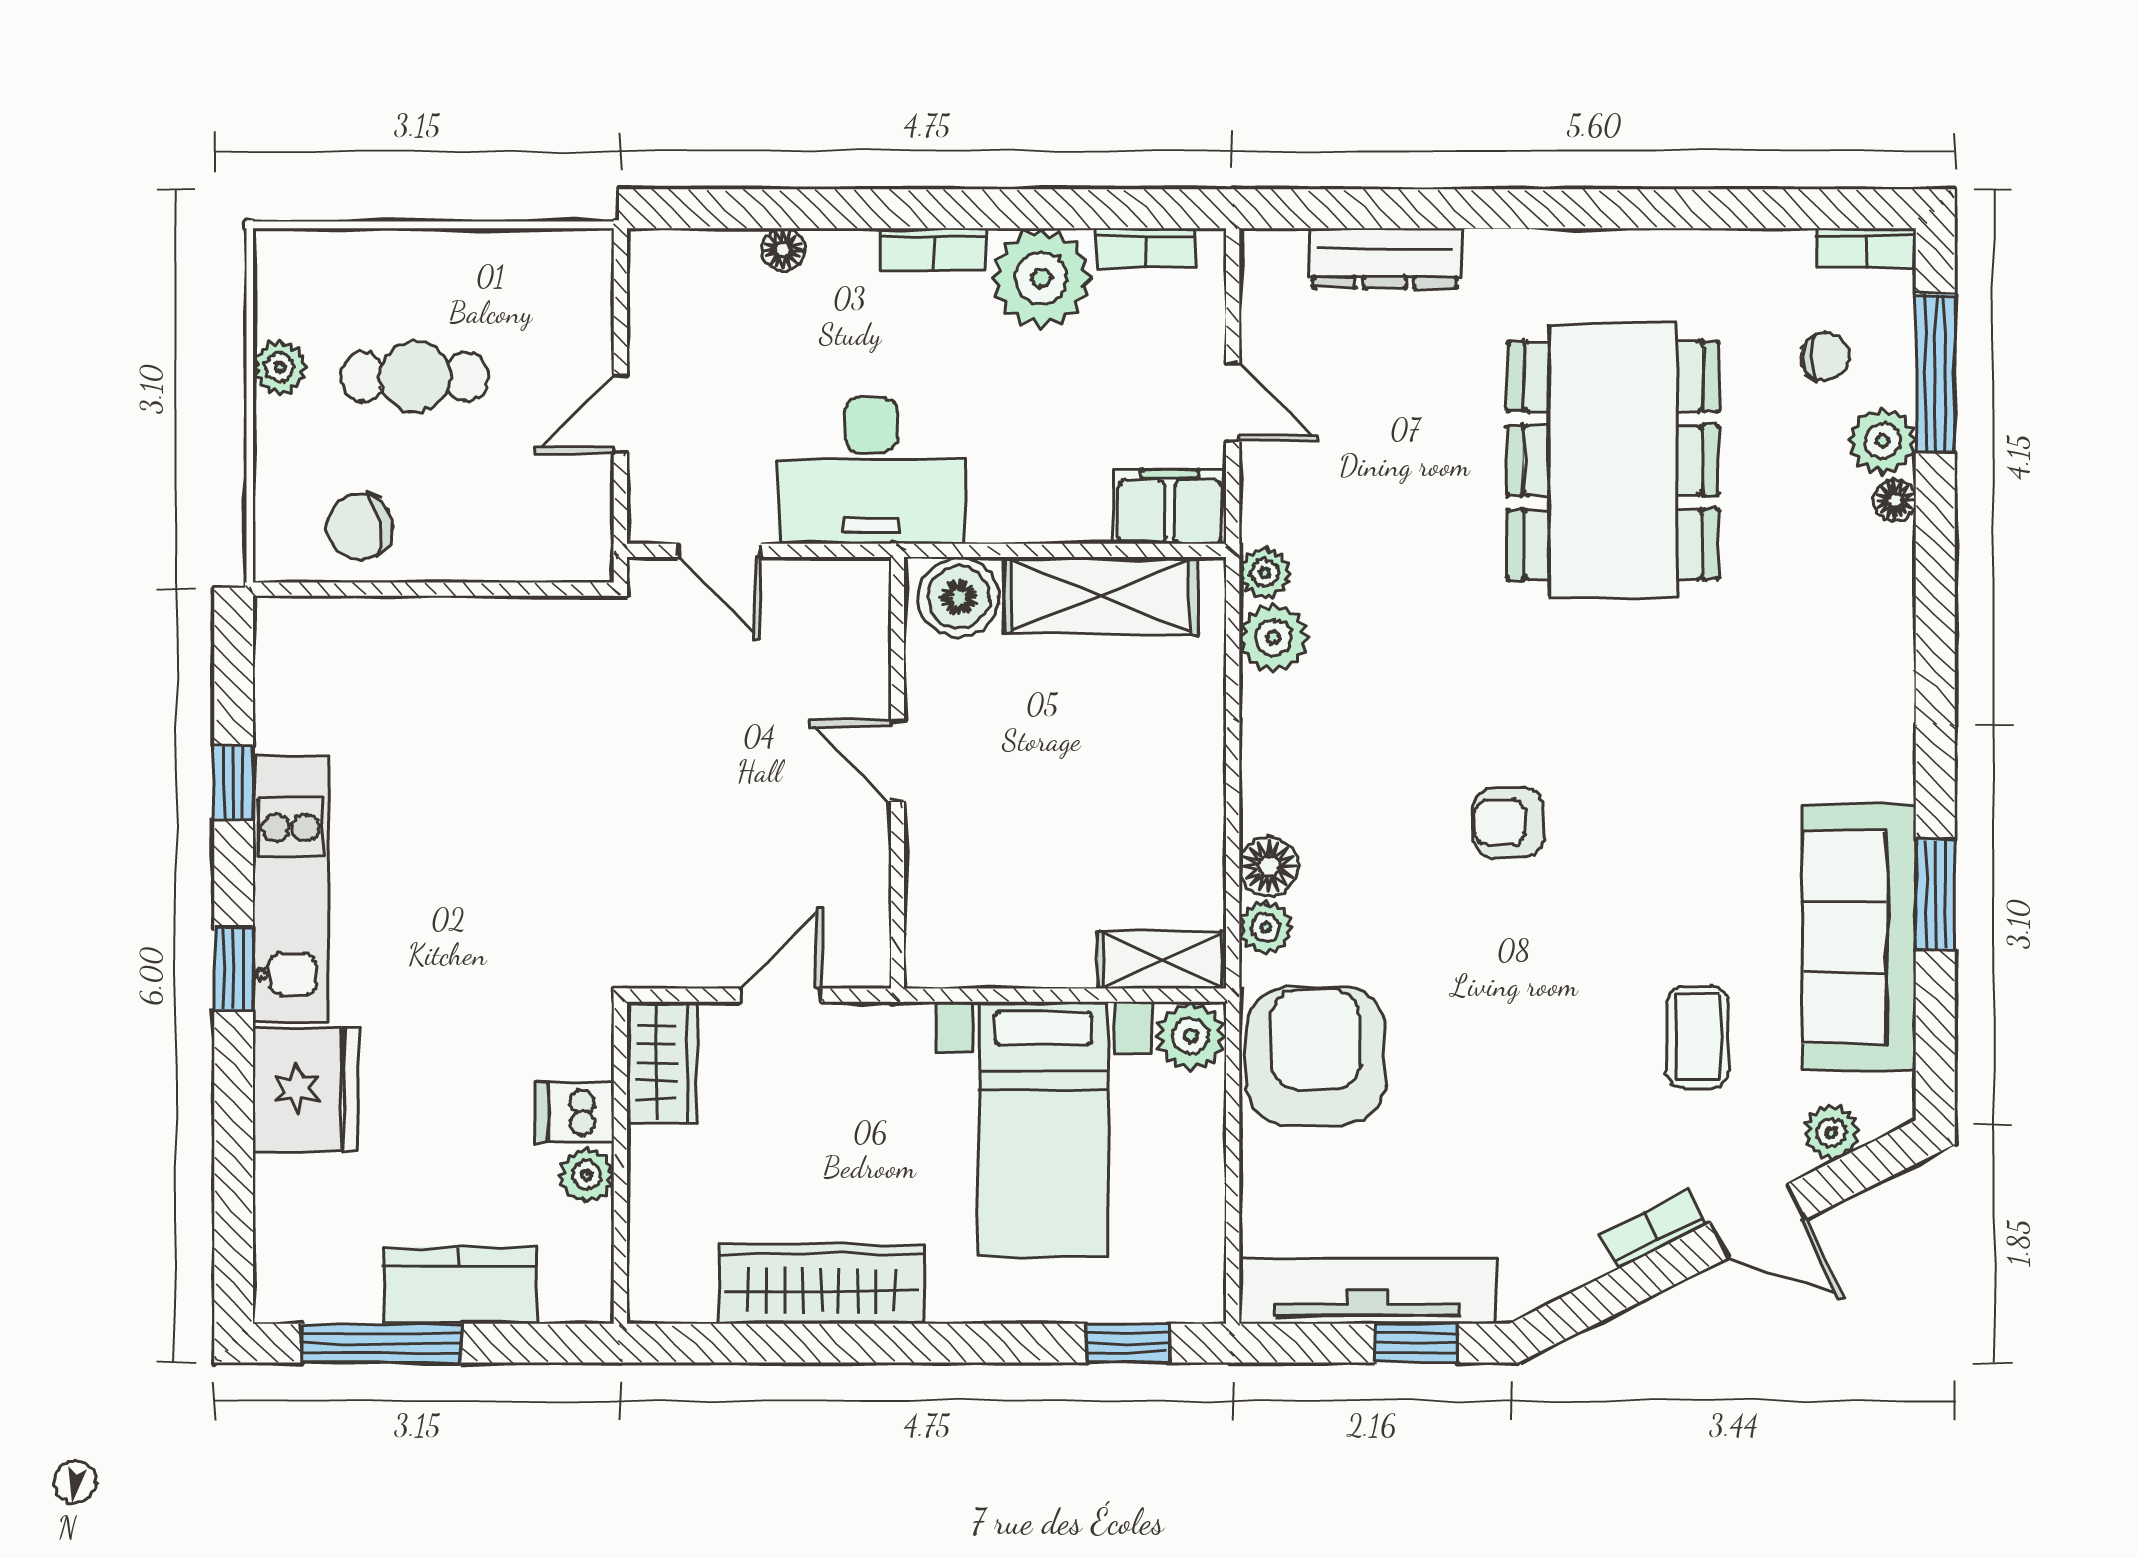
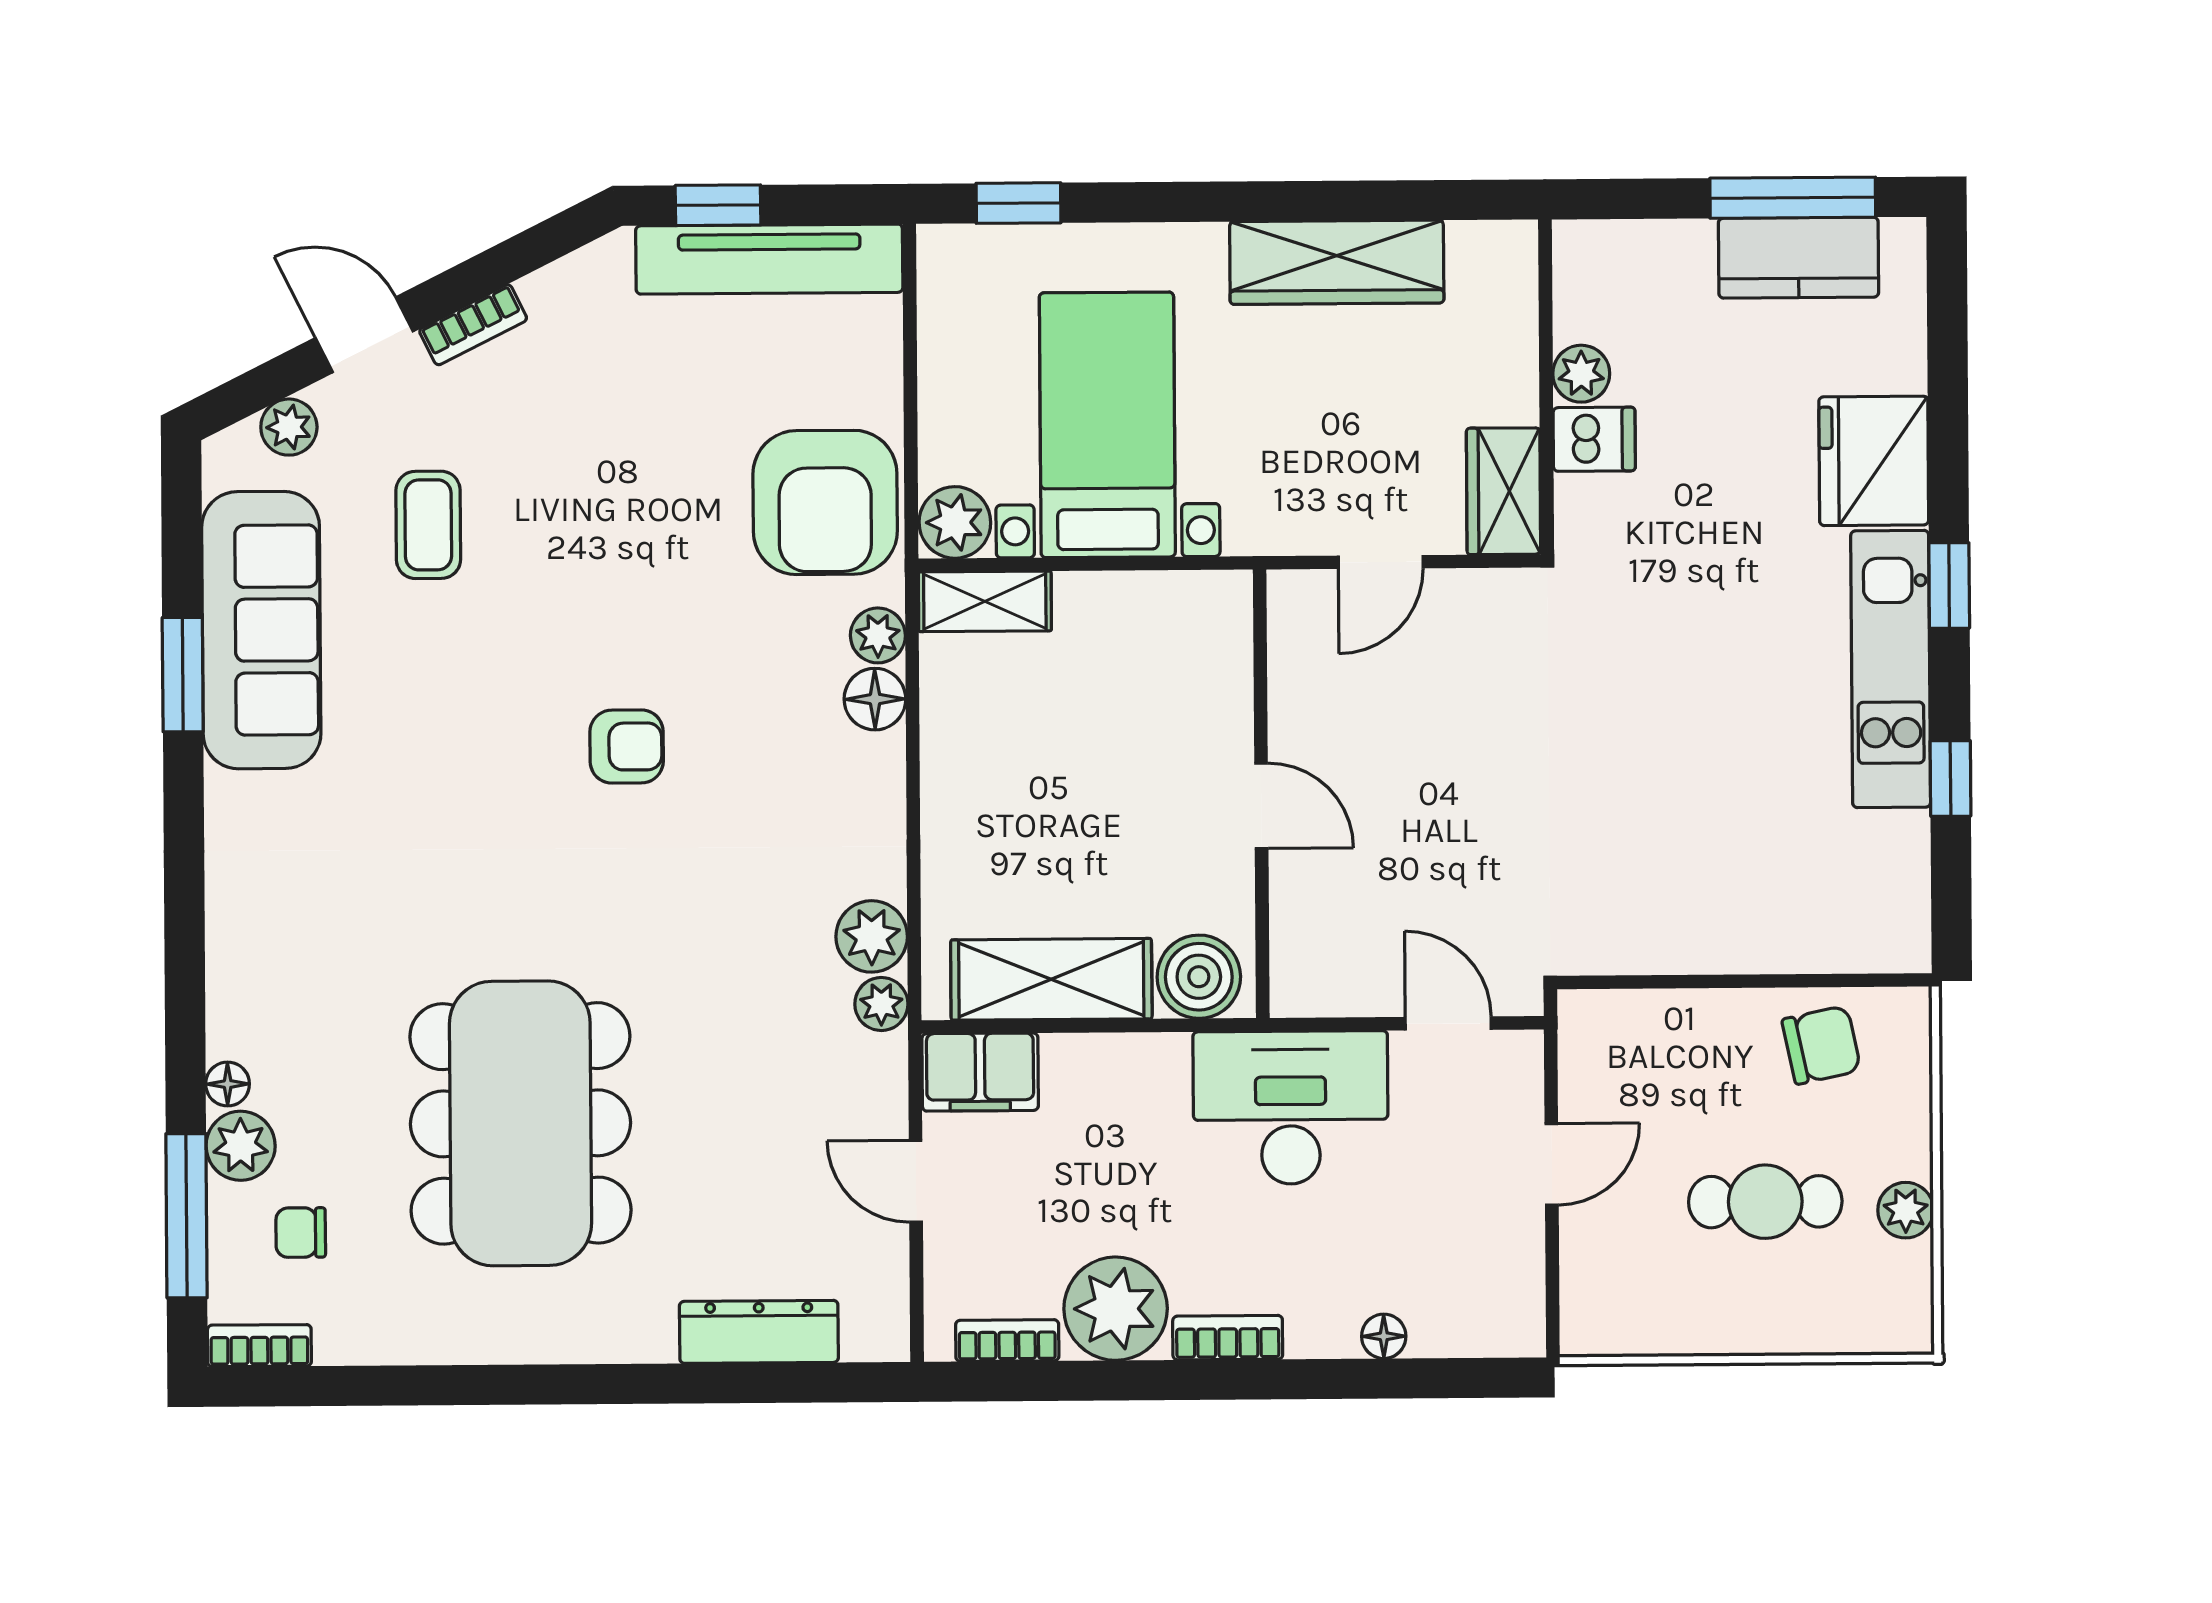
kitchen counter: (460, 1285) -> (1798, 258), moved

